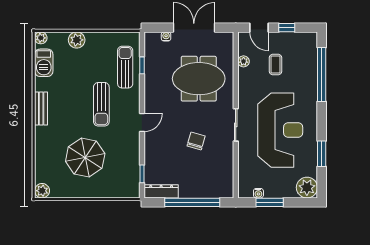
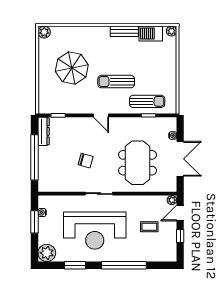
plant: (77, 40) -> (170, 61), removed
plant: (244, 61) -> (172, 200), moved
window: (322, 75) -> (124, 265), moved
bench: (41, 109) -> (124, 31), moved

